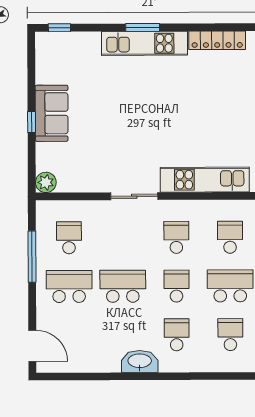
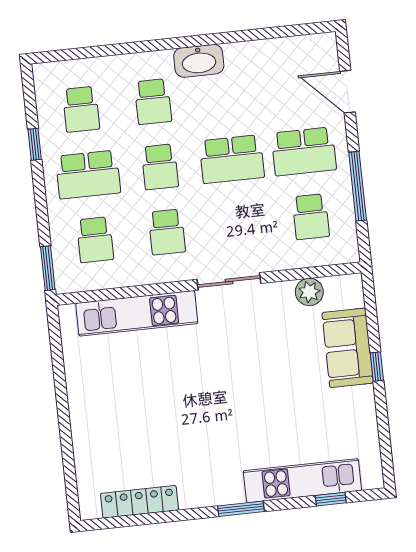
window: (59, 28) -> (331, 499), moved
kitchen unit: (145, 43) -> (302, 481), moved
sofa: (52, 113) -> (348, 348), moved
plant: (46, 182) -> (309, 292), moved
door: (32, 346) -> (347, 92), moved

